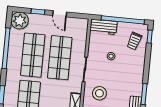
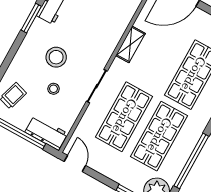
door: (60, 14) -> (75, 164), moved
stool: (99, 93) -> (56, 57), moved

